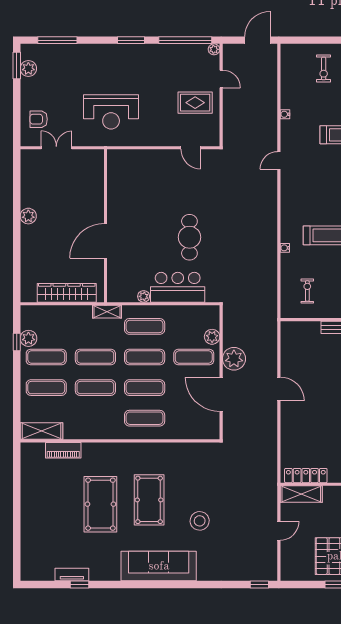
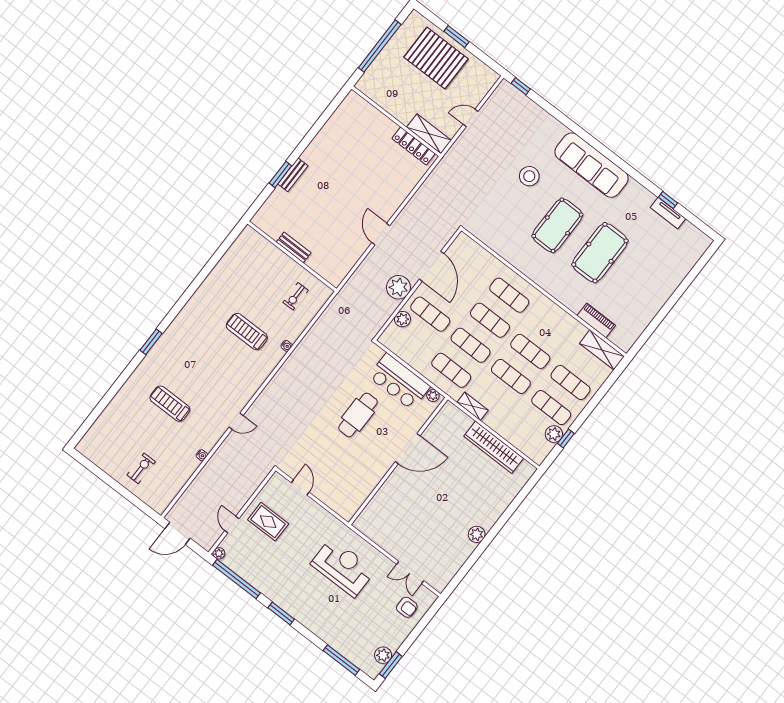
wall: (106, 226) -> (398, 461), moved
door: (106, 241) -> (408, 449), moved

